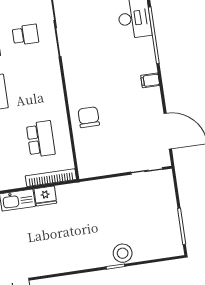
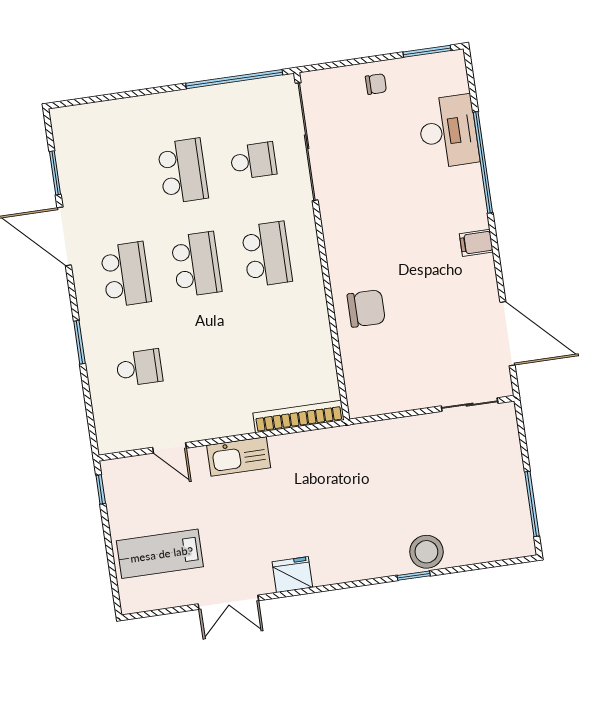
chair: (89, 117) -> (366, 308), turned 90
school desk: (41, 139) -> (267, 254), moved
fridge: (45, 196) -> (292, 575), moved, turned 180

